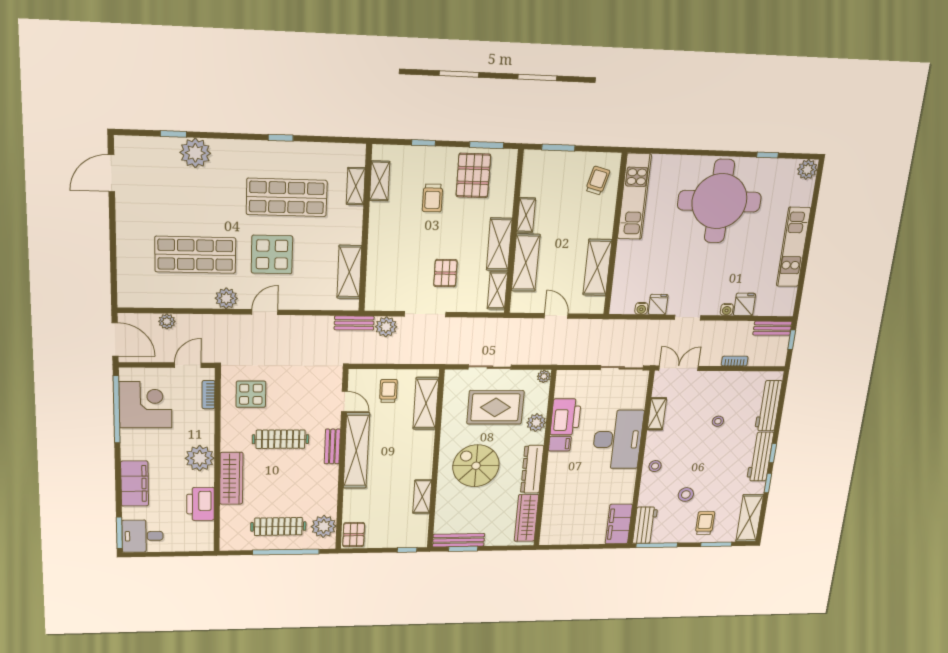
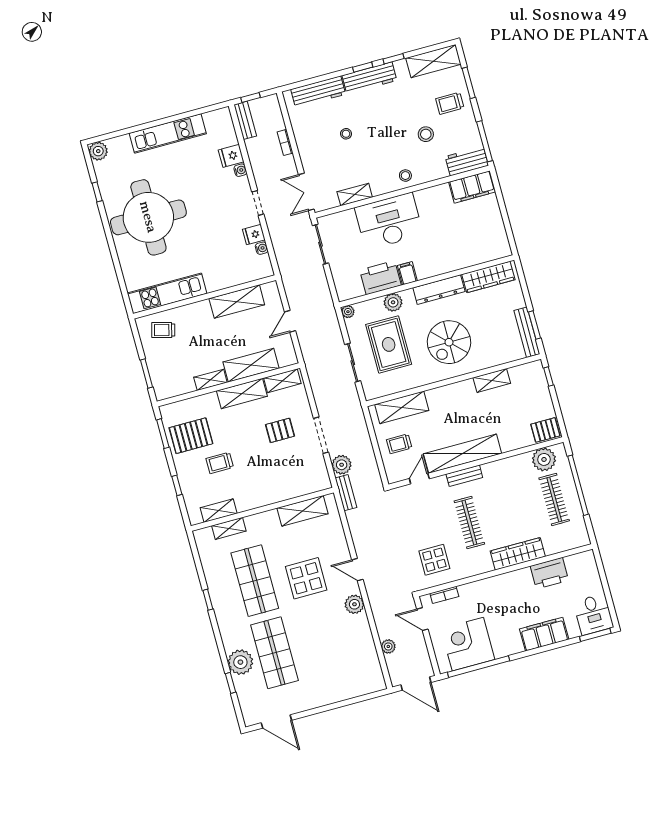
trolley: (432, 198) -> (220, 463), turned 180
shop shelf: (195, 255) -> (274, 653), moved
door: (115, 339) -> (416, 684), swing flipped
plant: (200, 458) -> (506, 586), removed

